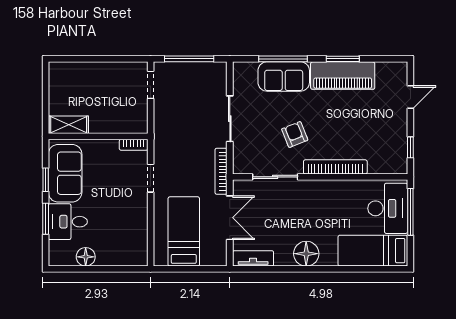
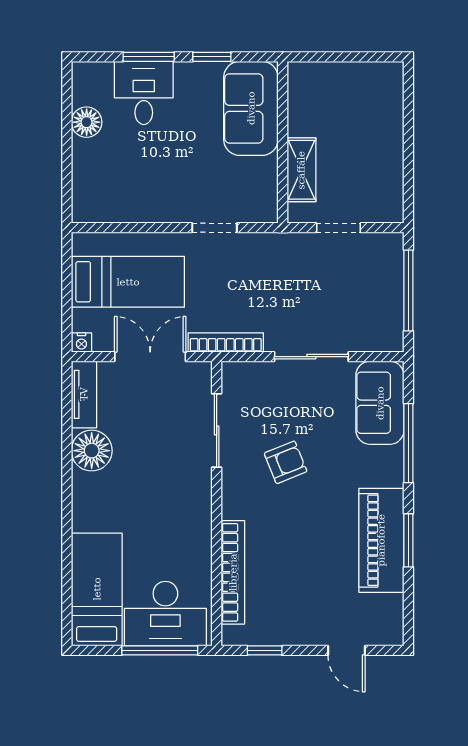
sofa: (284, 77) -> (380, 403), moved
doorway: (151, 85) -> (339, 228), moved
shelving: (69, 125) -> (301, 170), moved
bookcase: (134, 145) -> (269, 200), removed
bookcase: (335, 167) -> (233, 572), moved
sofa: (65, 173) -> (251, 108), moved, turned 90
double door: (230, 218) -> (150, 357), swing flipped
floor lamp: (306, 254) -> (92, 451), moved
nightstand: (221, 260) -> (81, 342), added

